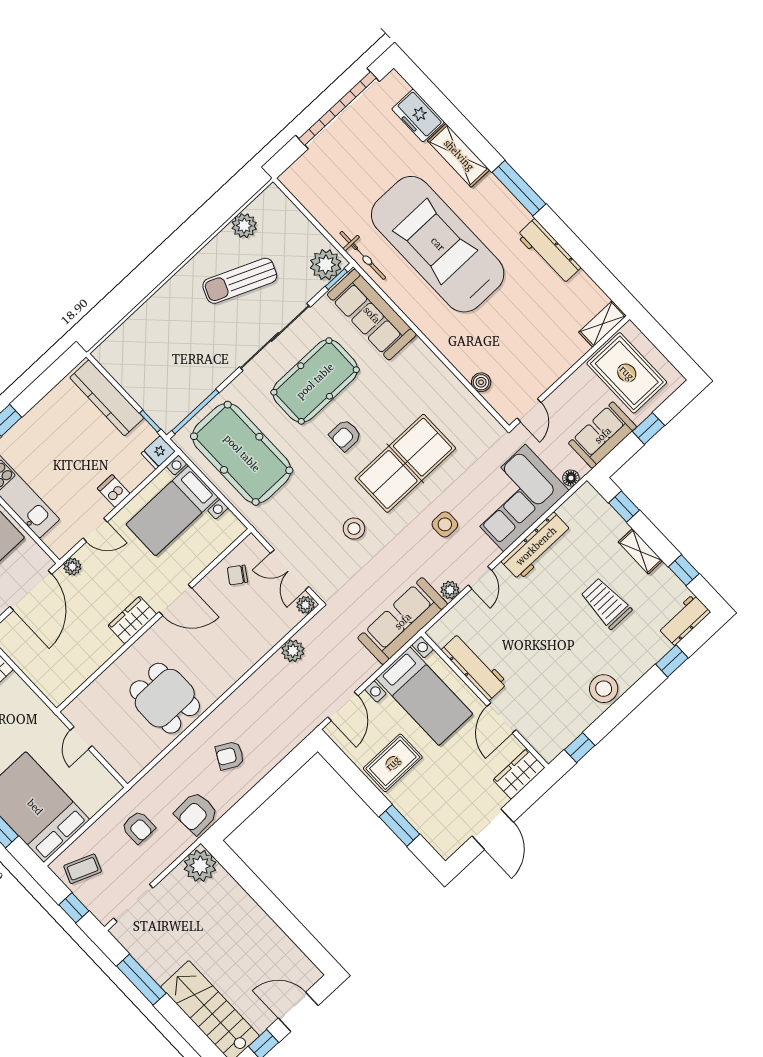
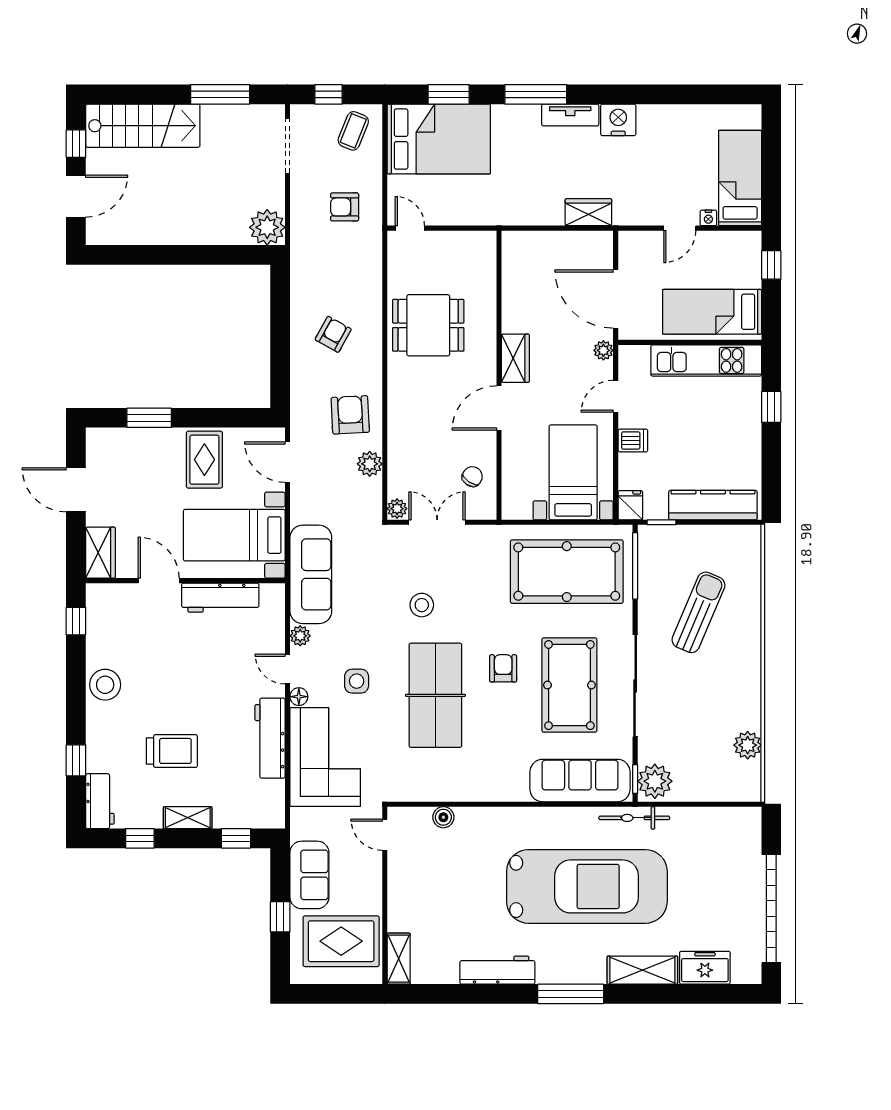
sun lounger: (240, 281) -> (698, 612), moved
floor lamp: (571, 478) -> (299, 697), moved
door: (81, 738) -> (410, 228), moved
armchair: (196, 813) -> (350, 415), moved

